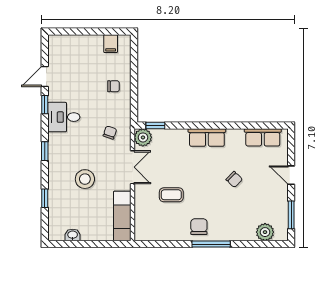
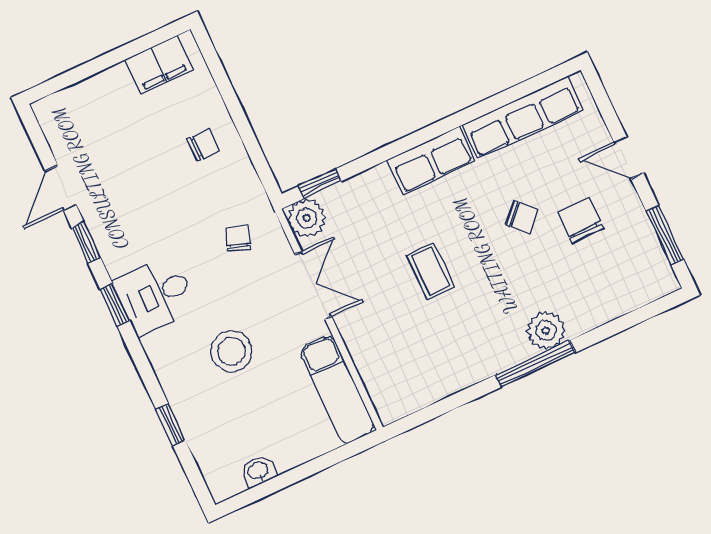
filing cabinet: (111, 44) -> (159, 65), width x2.00
desk: (64, 117) -> (155, 295), moved
row of seats: (263, 137) -> (523, 118), width x1.48
window: (45, 151) -> (115, 305), moved
coffee table: (171, 195) -> (431, 271), moved, turned 90
chair: (199, 227) -> (581, 220), moved
plant: (265, 232) -> (546, 331), moved

